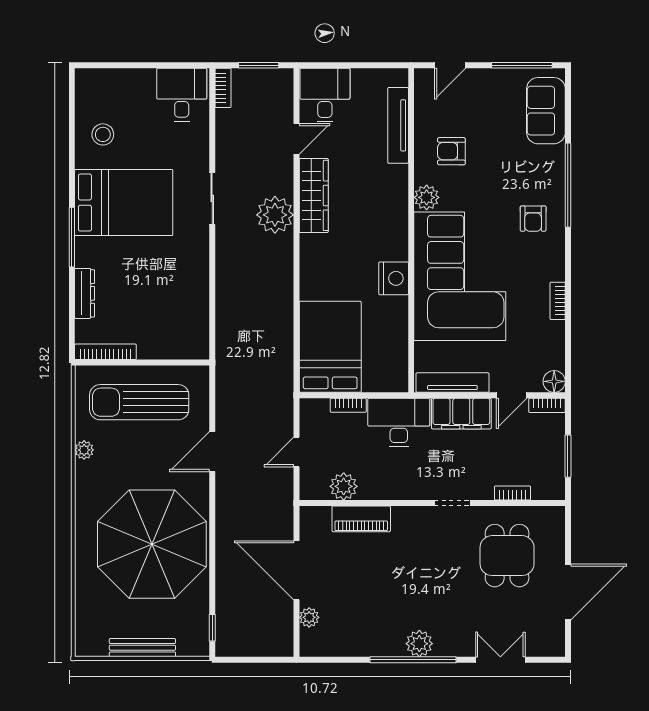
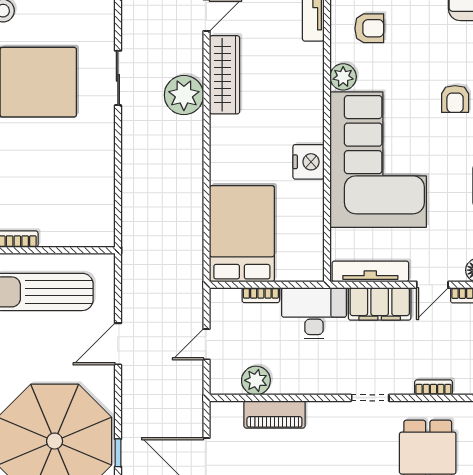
armchair: (451, 151) -> (369, 28), turned 180
window: (212, 555) -> (118, 453), added

